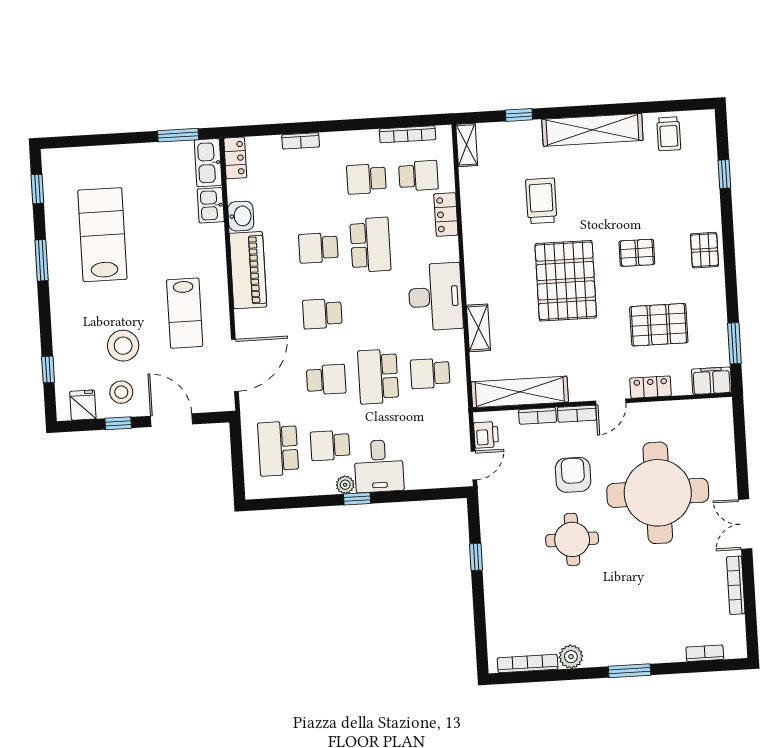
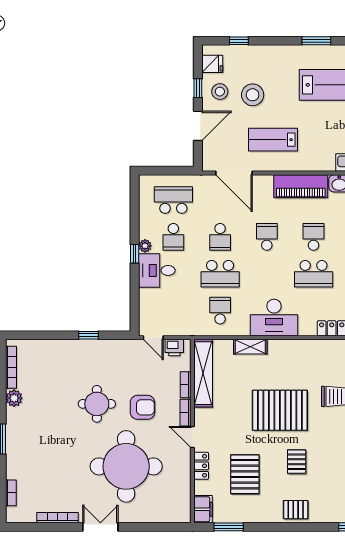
school desk: (378, 376) -> (220, 274), turned 180
school desk: (330, 445) -> (173, 237), turned 180

